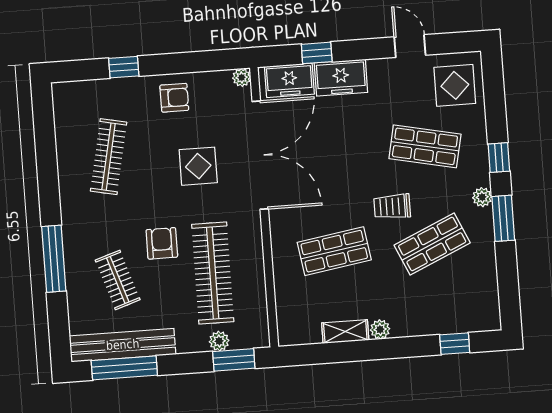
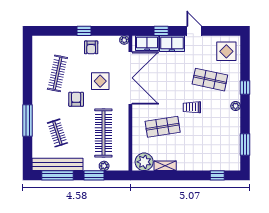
door: (410, 46) -> (194, 31), moved
window: (124, 67) -> (84, 31), moved
armchair: (174, 98) -> (91, 47), turned 90
window: (503, 218) -> (245, 145), moved
armchair: (162, 243) -> (76, 99), moved
shop shelf: (432, 244) -> (210, 127), removed
plant: (380, 329) -> (144, 162), moved, width x1.87, depth x1.87
window: (234, 360) -> (94, 175), moved

